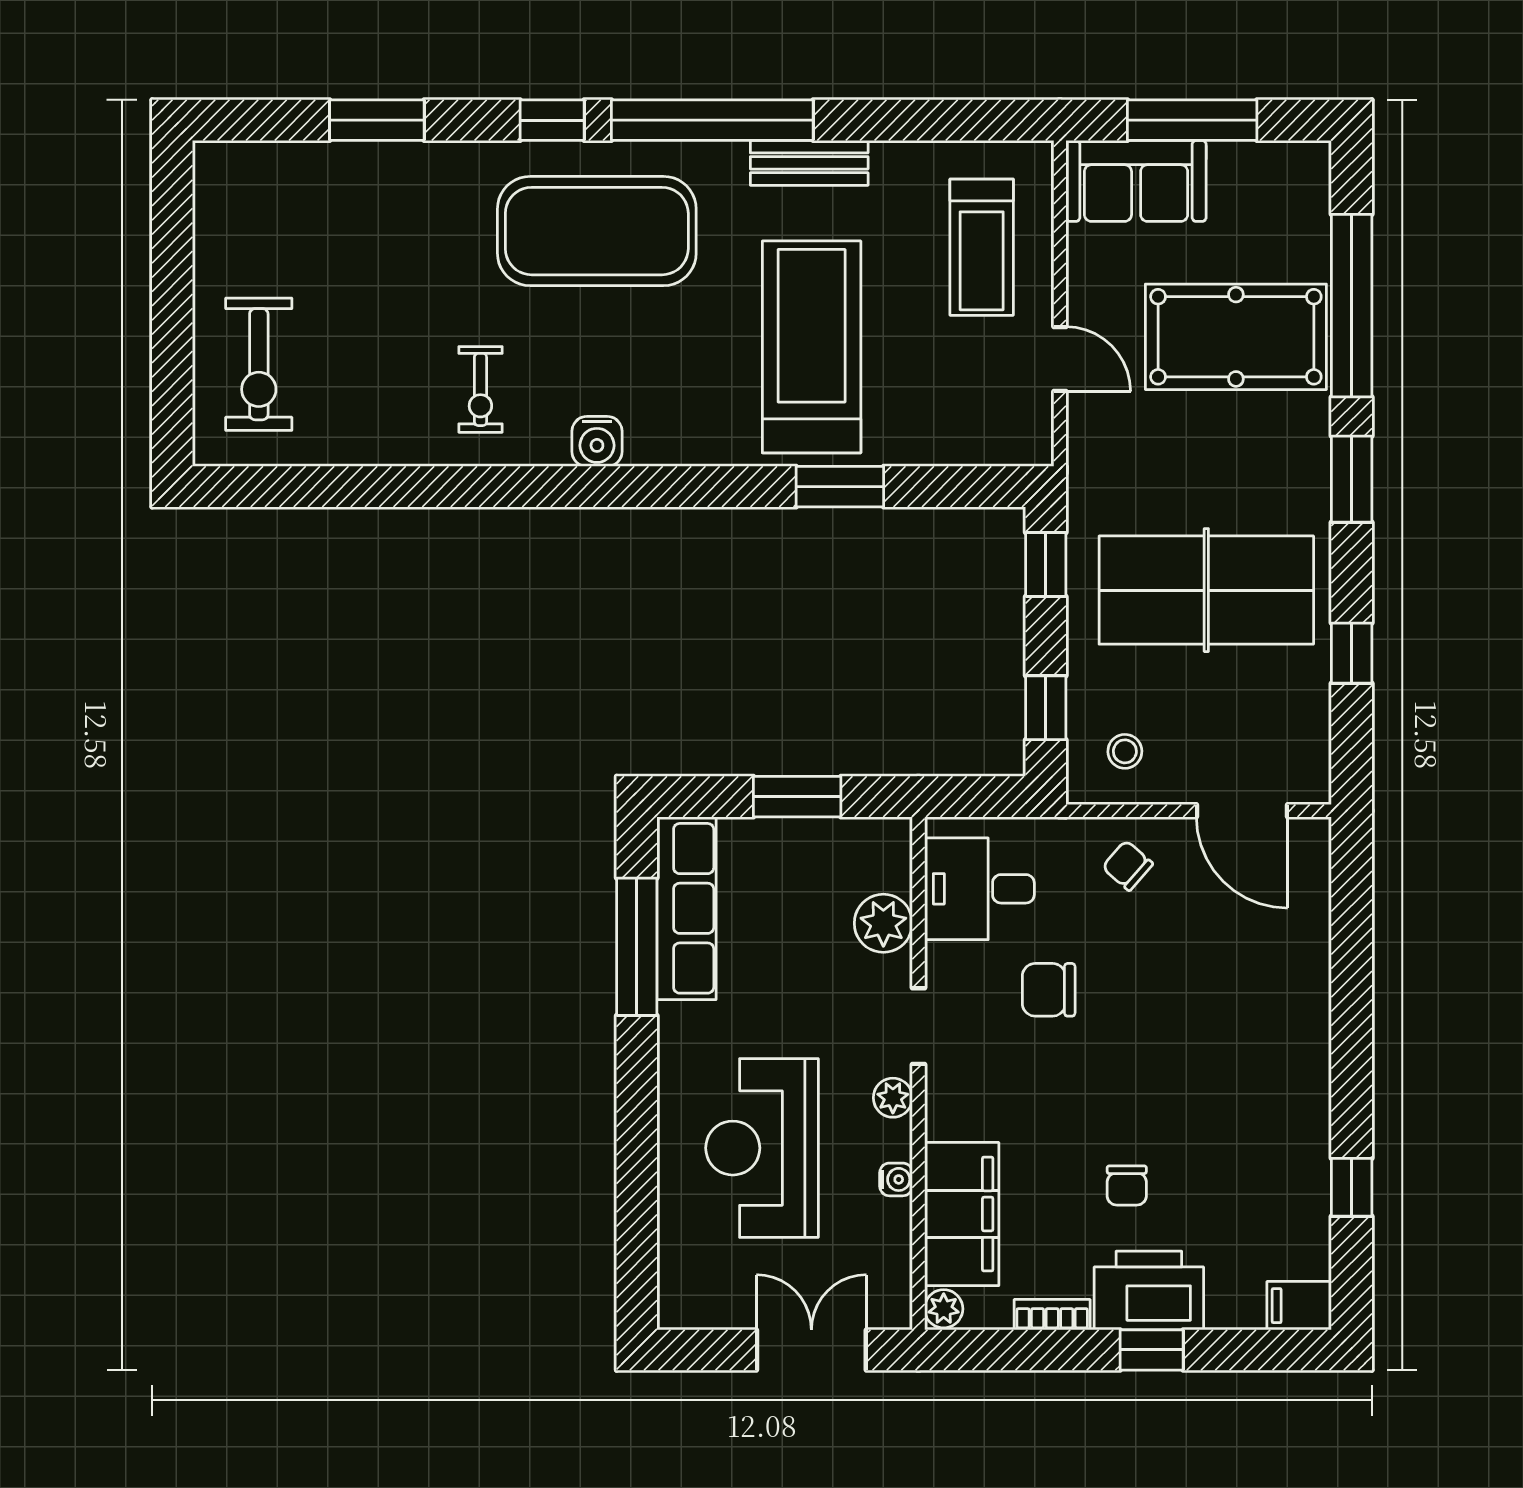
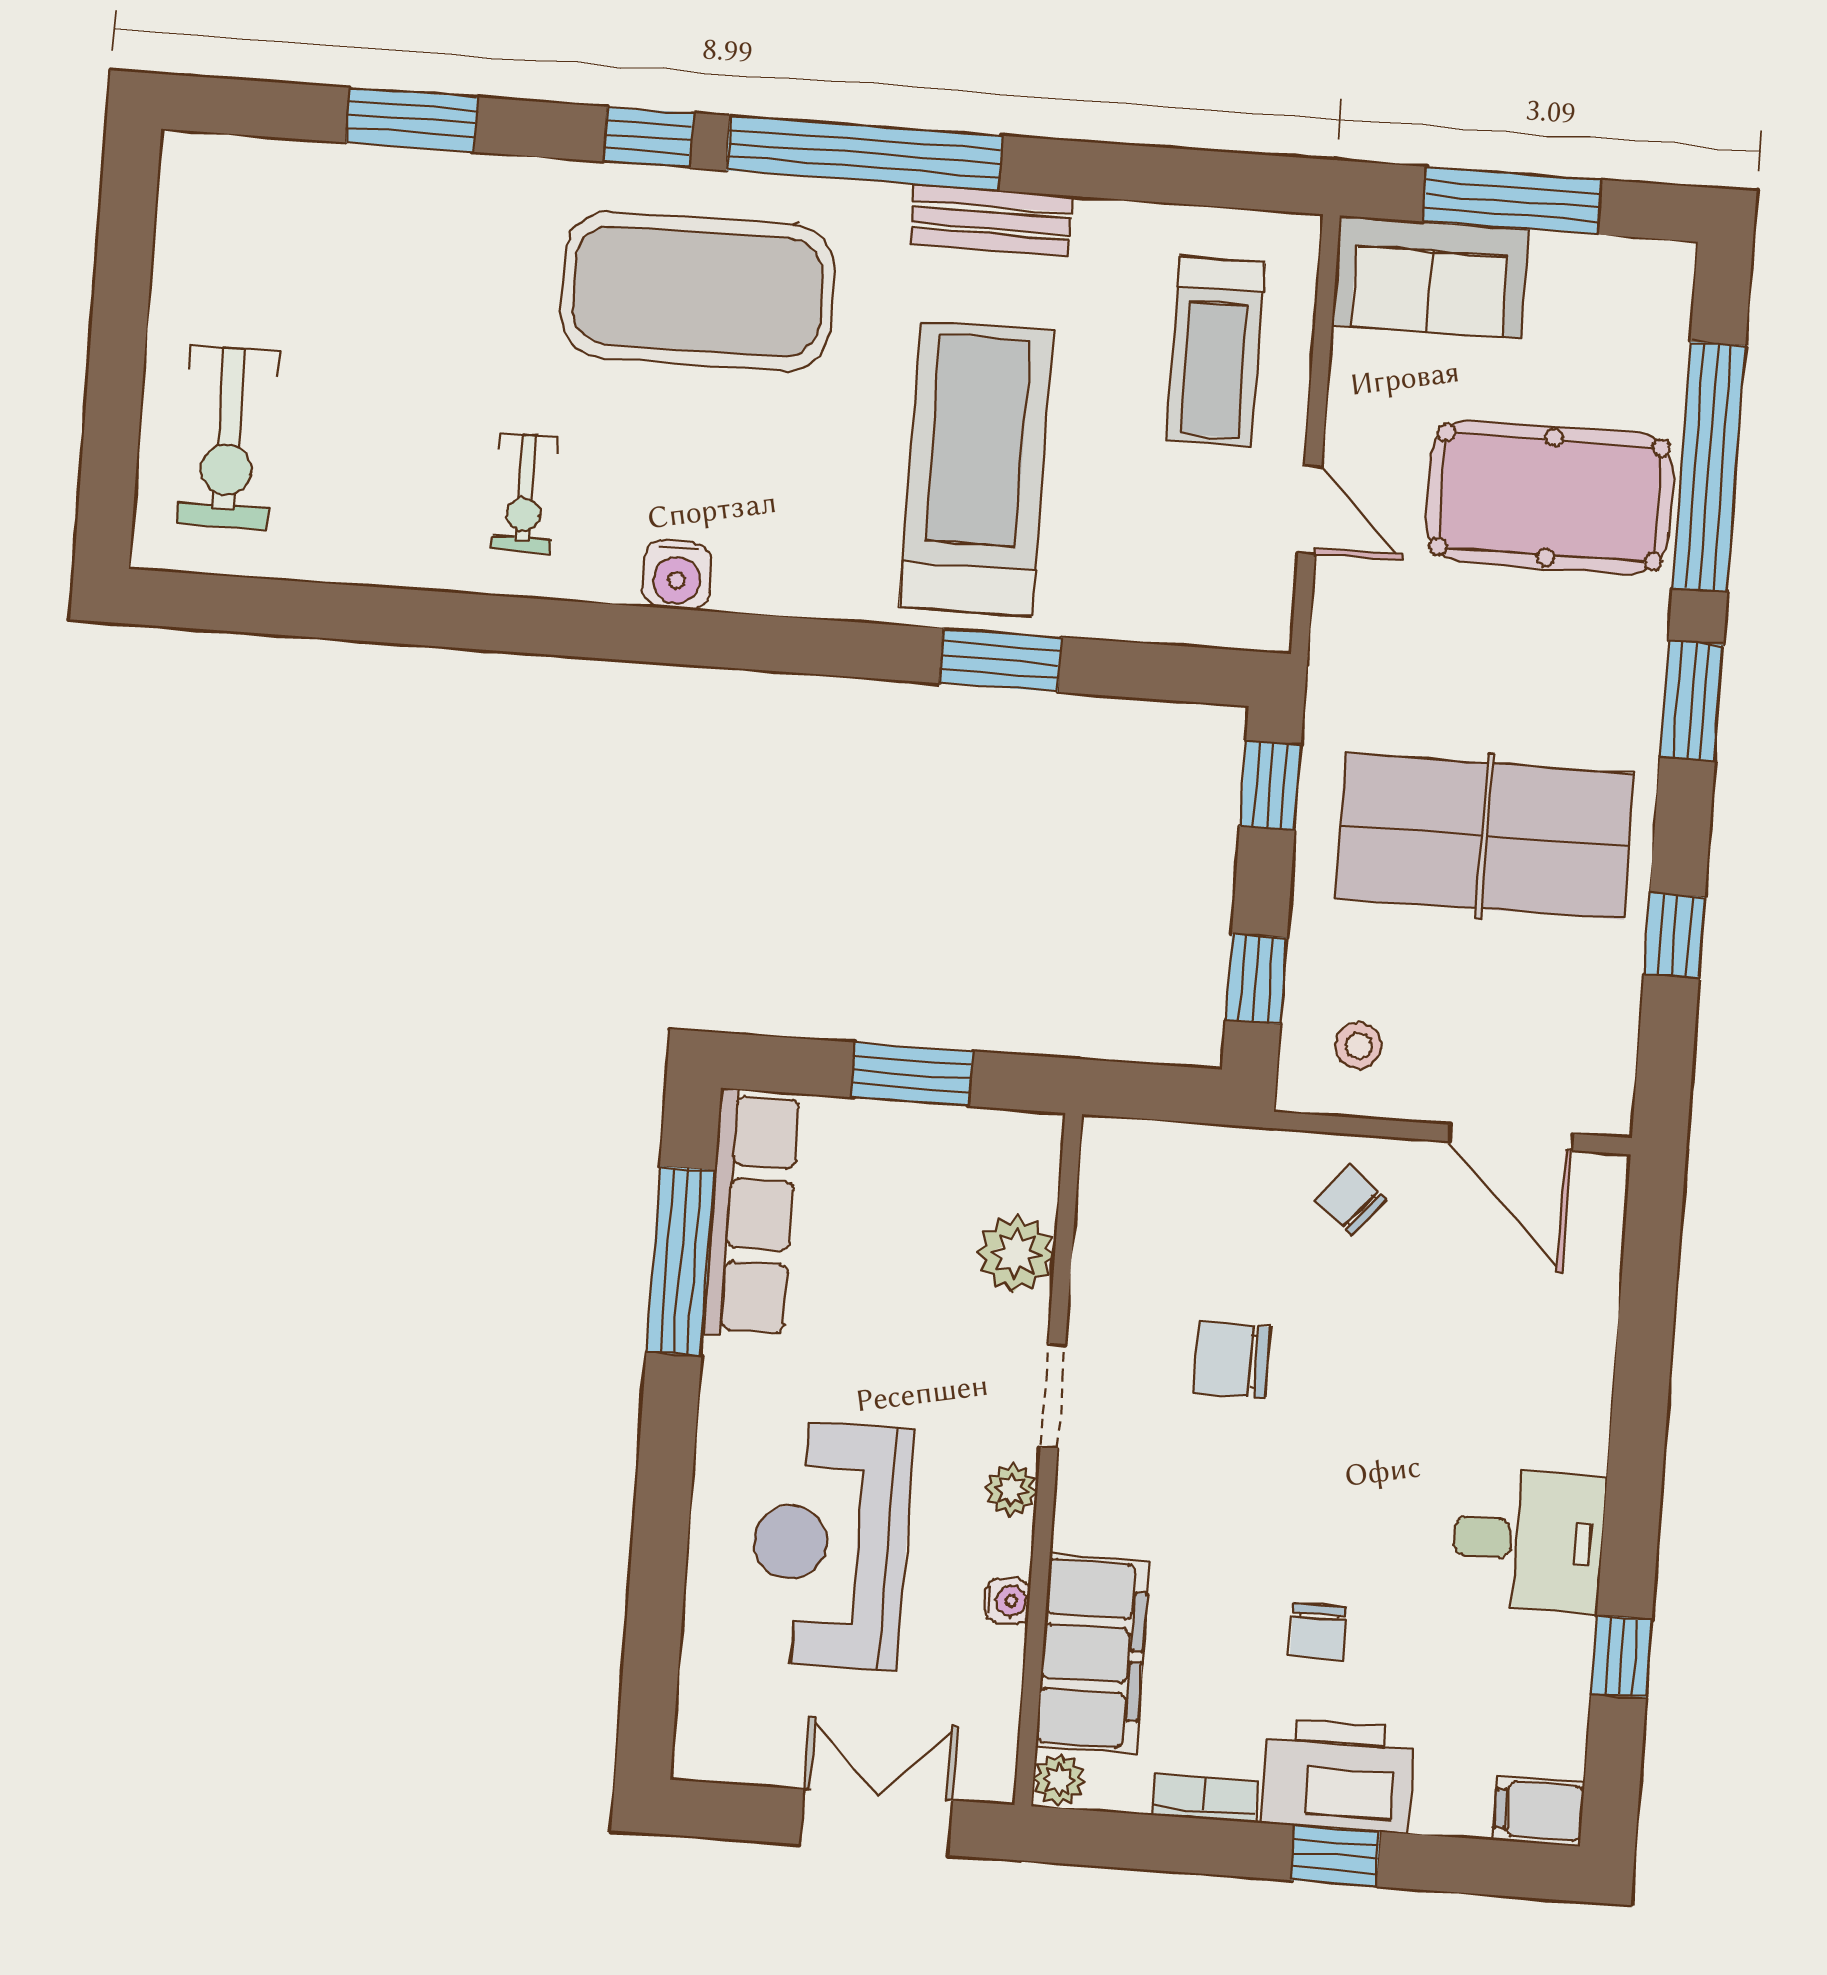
desk: (979, 889) -> (1528, 1540), moved, turned 180

